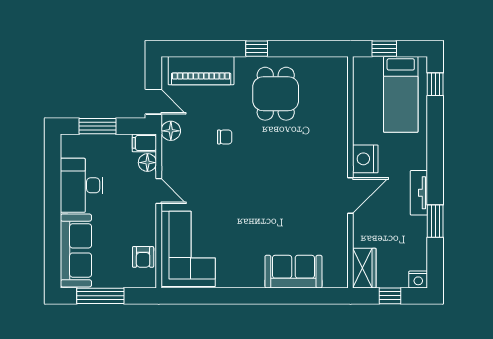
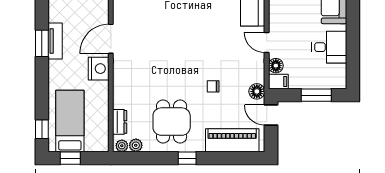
window: (384, 49) -> (70, 158), moved
plant: (337, 64) -> (122, 146), added
plant: (320, 65) -> (136, 145), added
dresser: (339, 93) -> (120, 122), added
desk: (82, 185) -> (329, 47), width x0.73
window: (435, 221) -> (42, 43), moved

